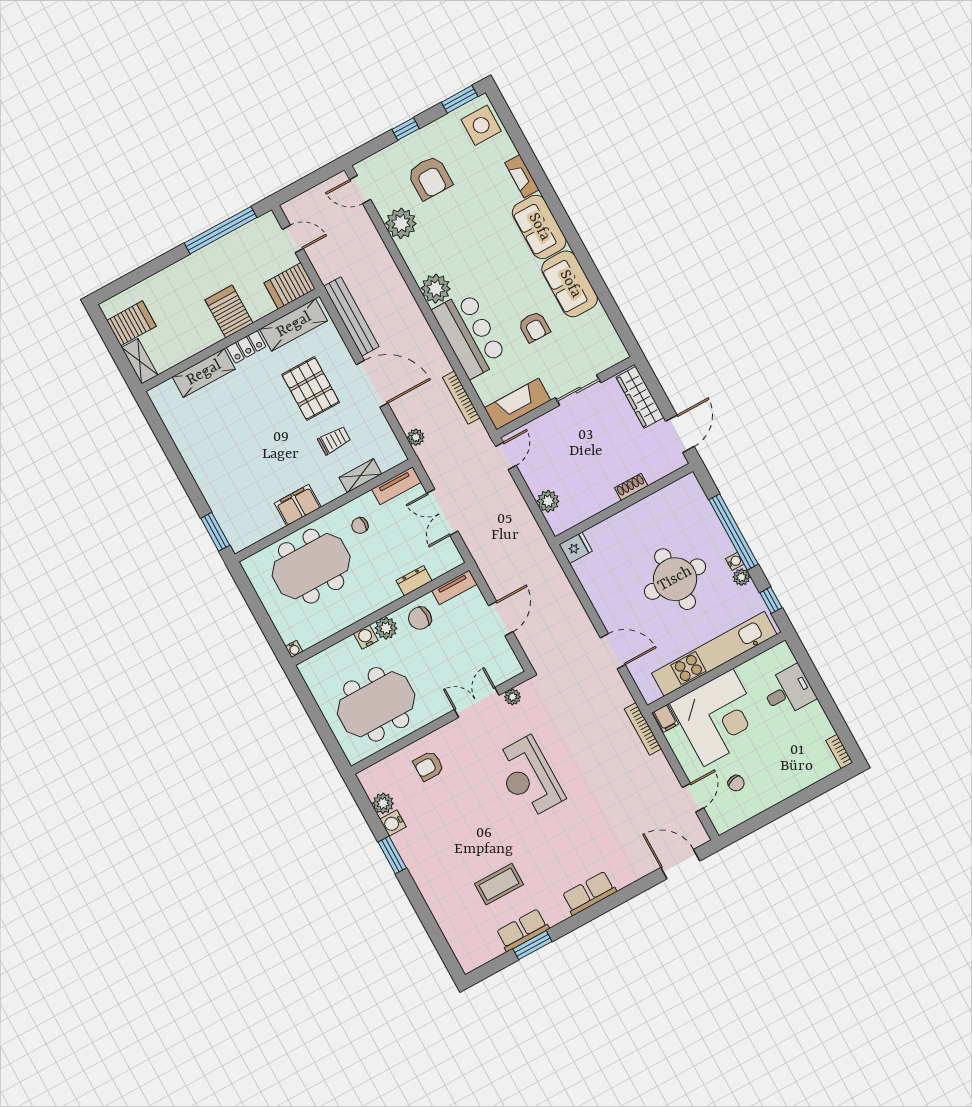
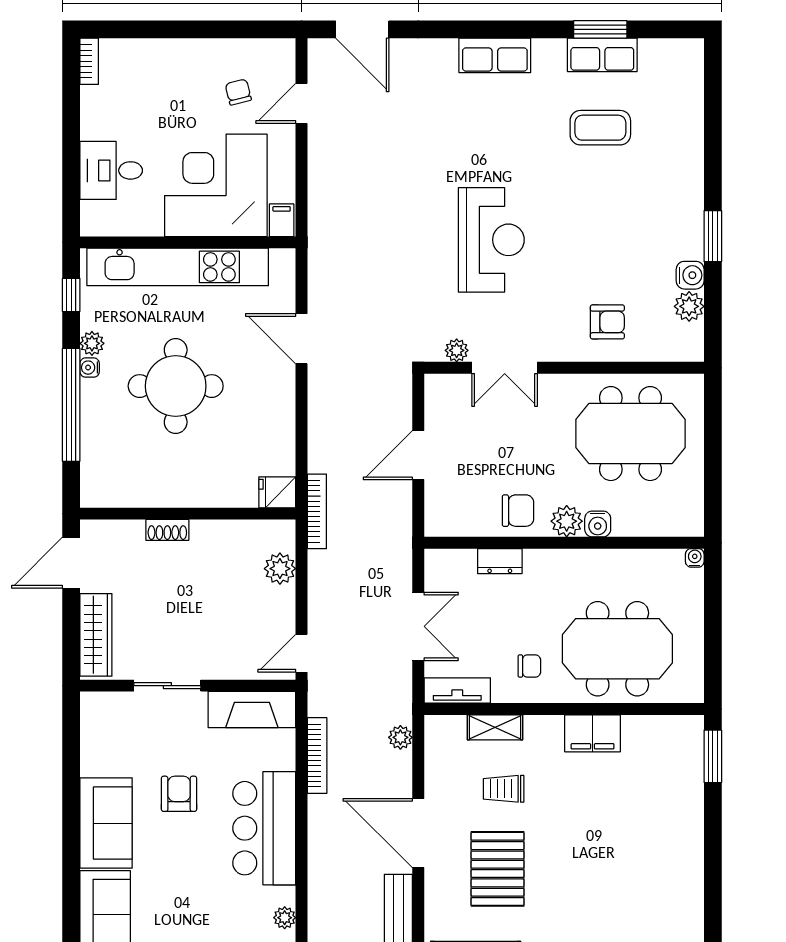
plant: (436, 289) -> (285, 918), width x0.53, depth x0.53
tv unit: (454, 587) -> (454, 525), removed
bookcase: (643, 729) -> (317, 511), moved

